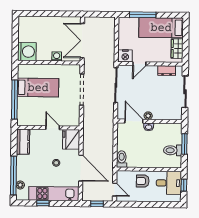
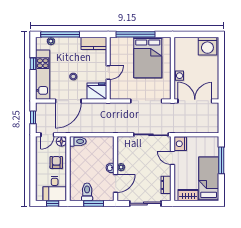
washing machine: (27, 52) -> (207, 46), moved
bed: (38, 88) -> (148, 57), width x1.50
door: (134, 121) -> (116, 183), moved
floor lamp: (121, 176) -> (61, 141), added

